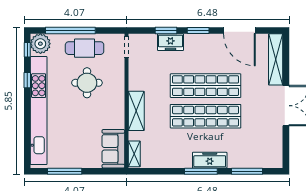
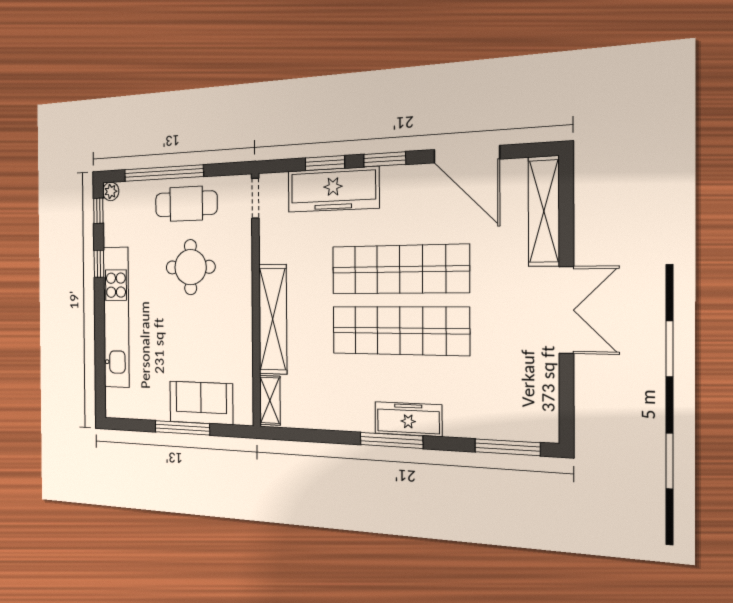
freezer: (170, 42) -> (333, 190), width x1.91, depth x1.26
plant: (40, 44) -> (111, 191), width x0.53, depth x0.53
kitchen unit: (39, 111) -> (116, 317), width x0.73
shelving: (136, 111) -> (273, 319), width x1.47
sofa: (113, 149) -> (201, 403), moved, turned 90
window: (65, 171) -> (182, 428), moved
window: (247, 171) -> (507, 447), moved

